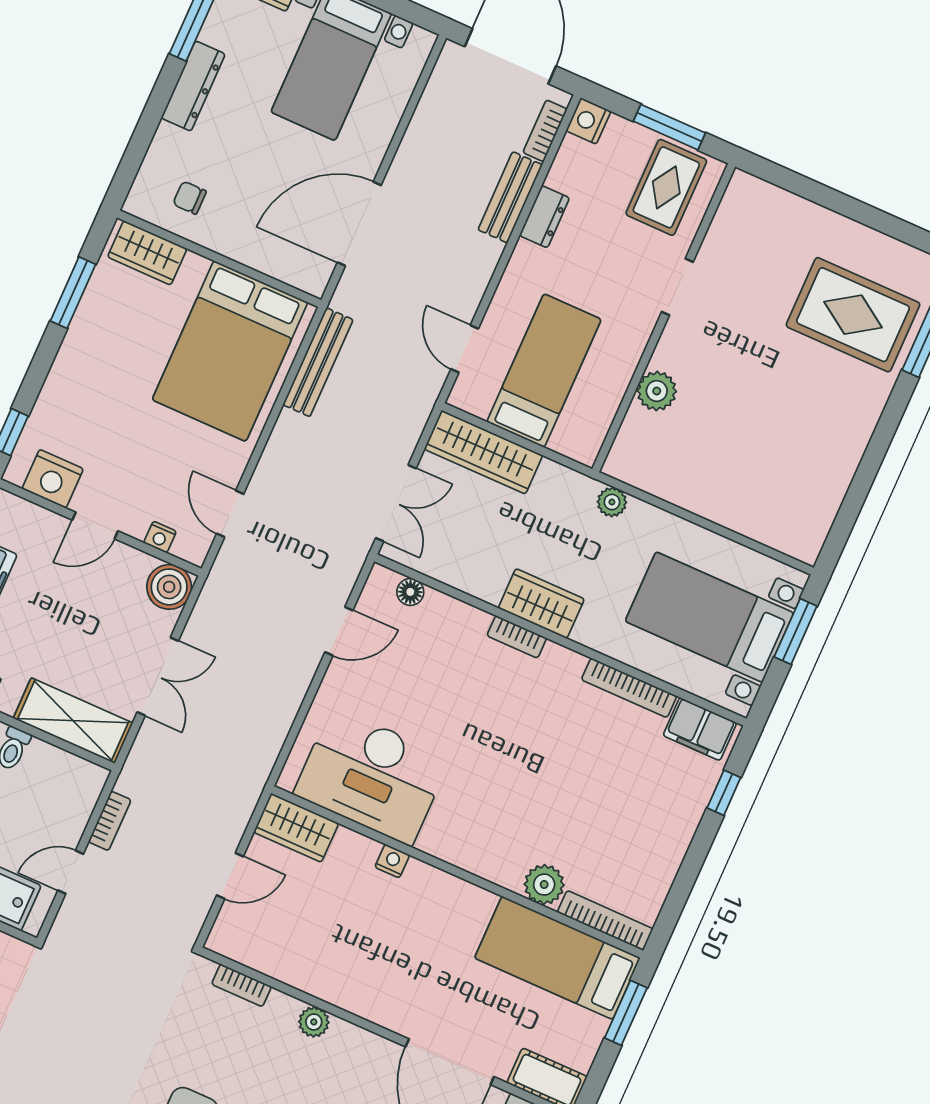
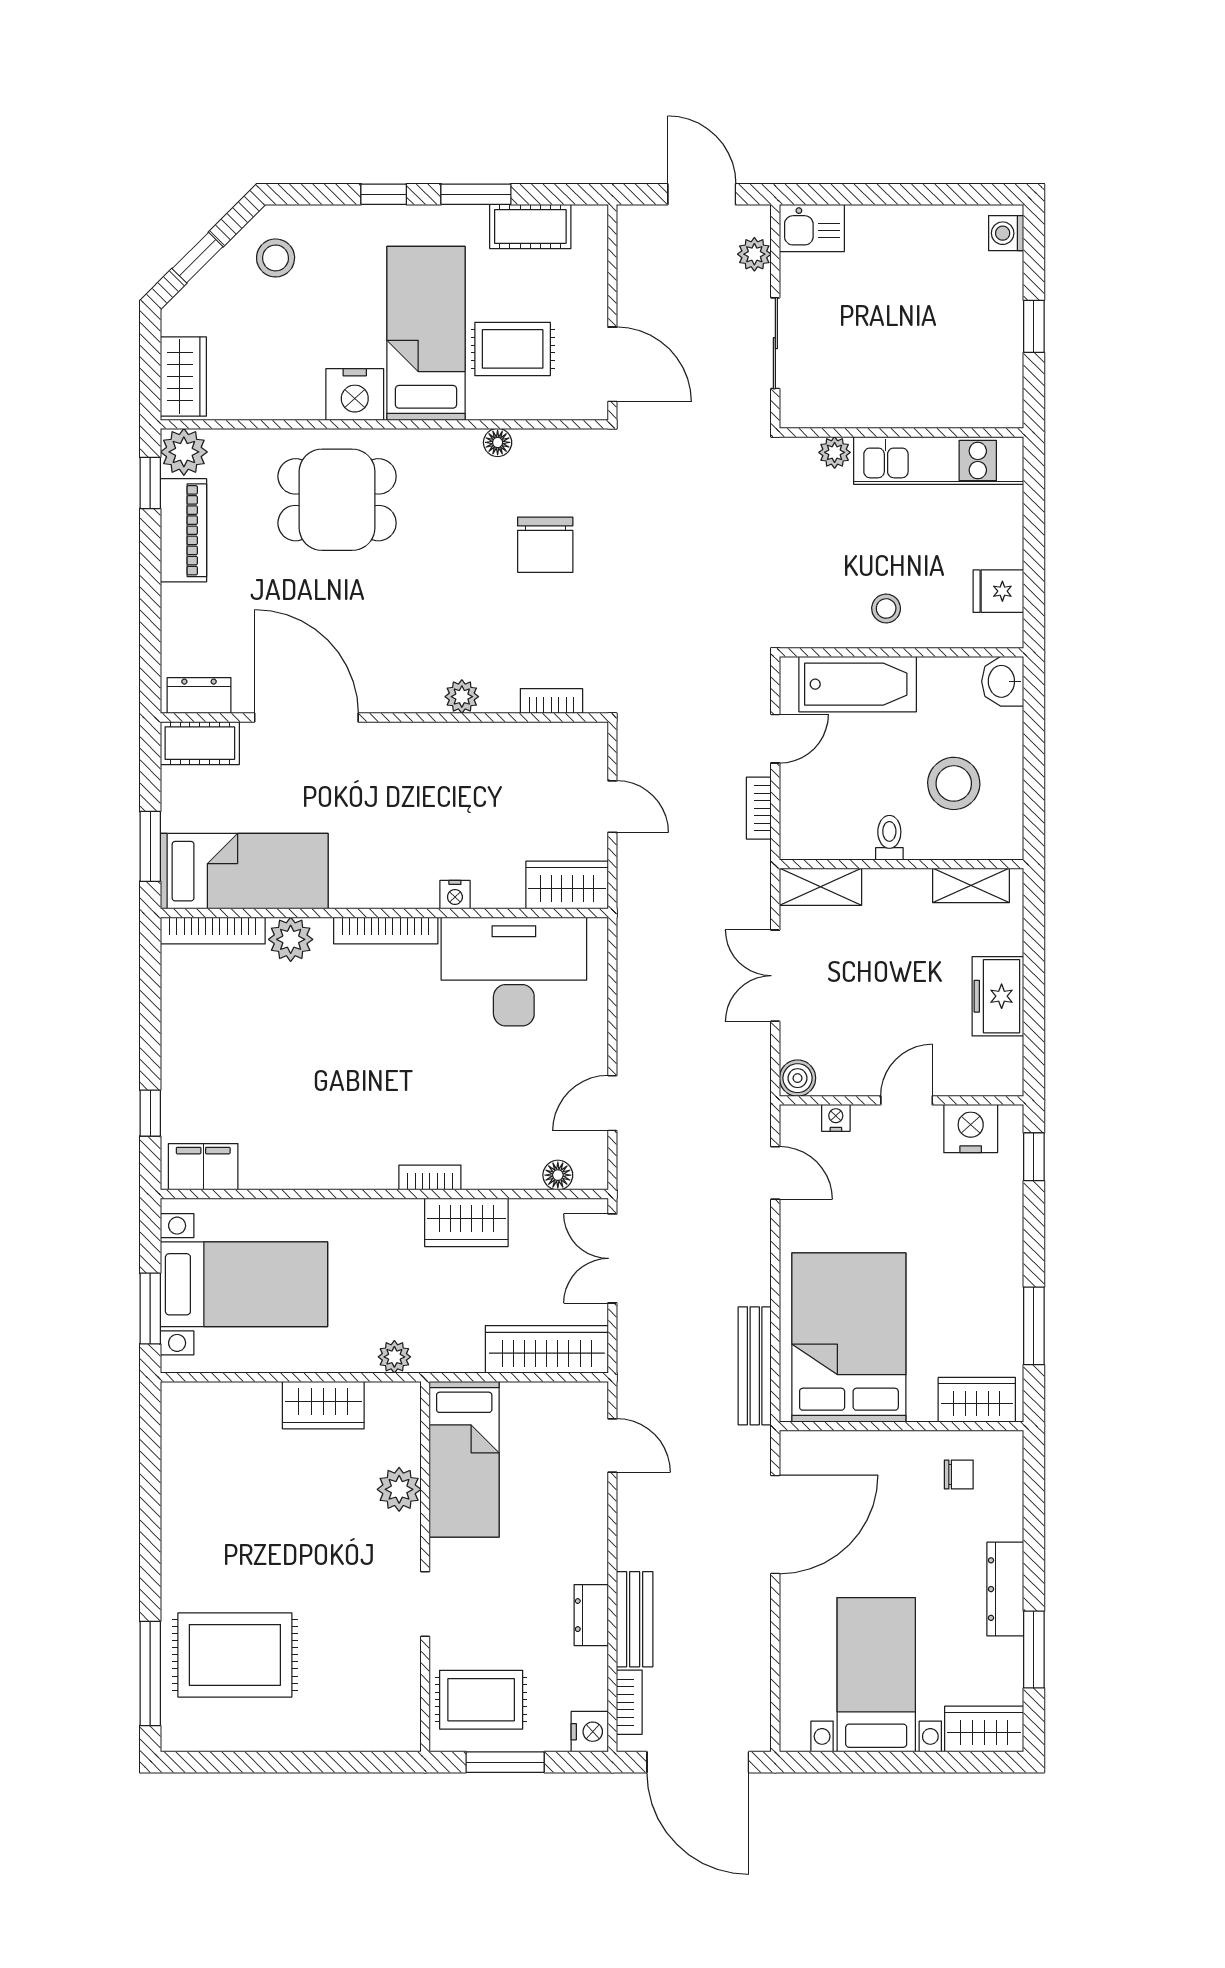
rug: (666, 187) -> (481, 1700), turned 90
bed: (544, 371) -> (464, 1459), moved
wardrobe: (688, 488) -> (323, 1405), added
boiler: (169, 587) -> (798, 1078), width x0.73, depth x0.73
wardrobe: (541, 604) -> (466, 1222), moved
bookcase: (629, 688) -> (386, 930), moved, turned 180
shelving: (73, 721) -> (821, 887), width x0.67, depth x0.75
door: (230, 876) -> (612, 807), swing flipped

